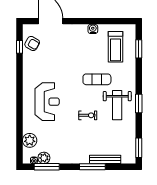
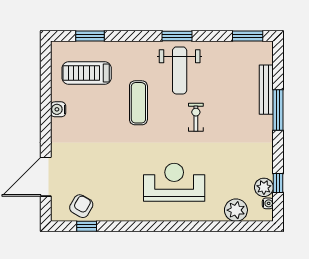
treadmill: (116, 47) -> (87, 73), turned 180
weight bench: (117, 105) -> (180, 70), turned 90
window: (47, 167) -> (278, 183), width x0.46

